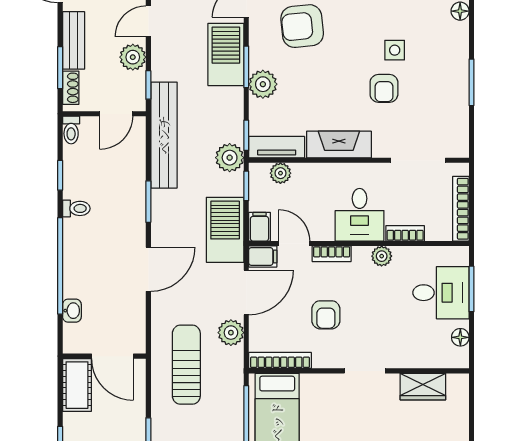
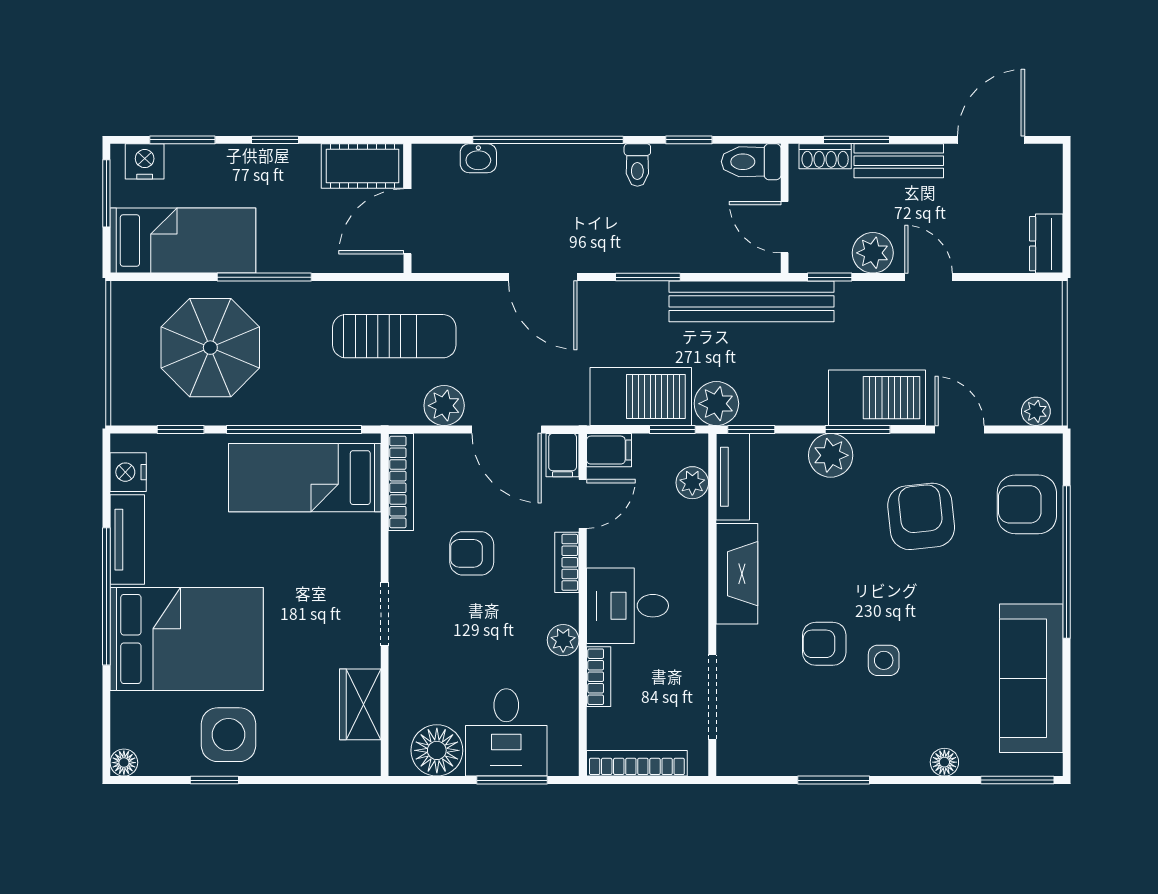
toilet: (71, 130) -> (751, 162), width x1.37, depth x1.39
barbecue: (225, 230) -> (641, 397), moved
floor lamp: (460, 337) -> (437, 750), width x1.89, depth x1.89

